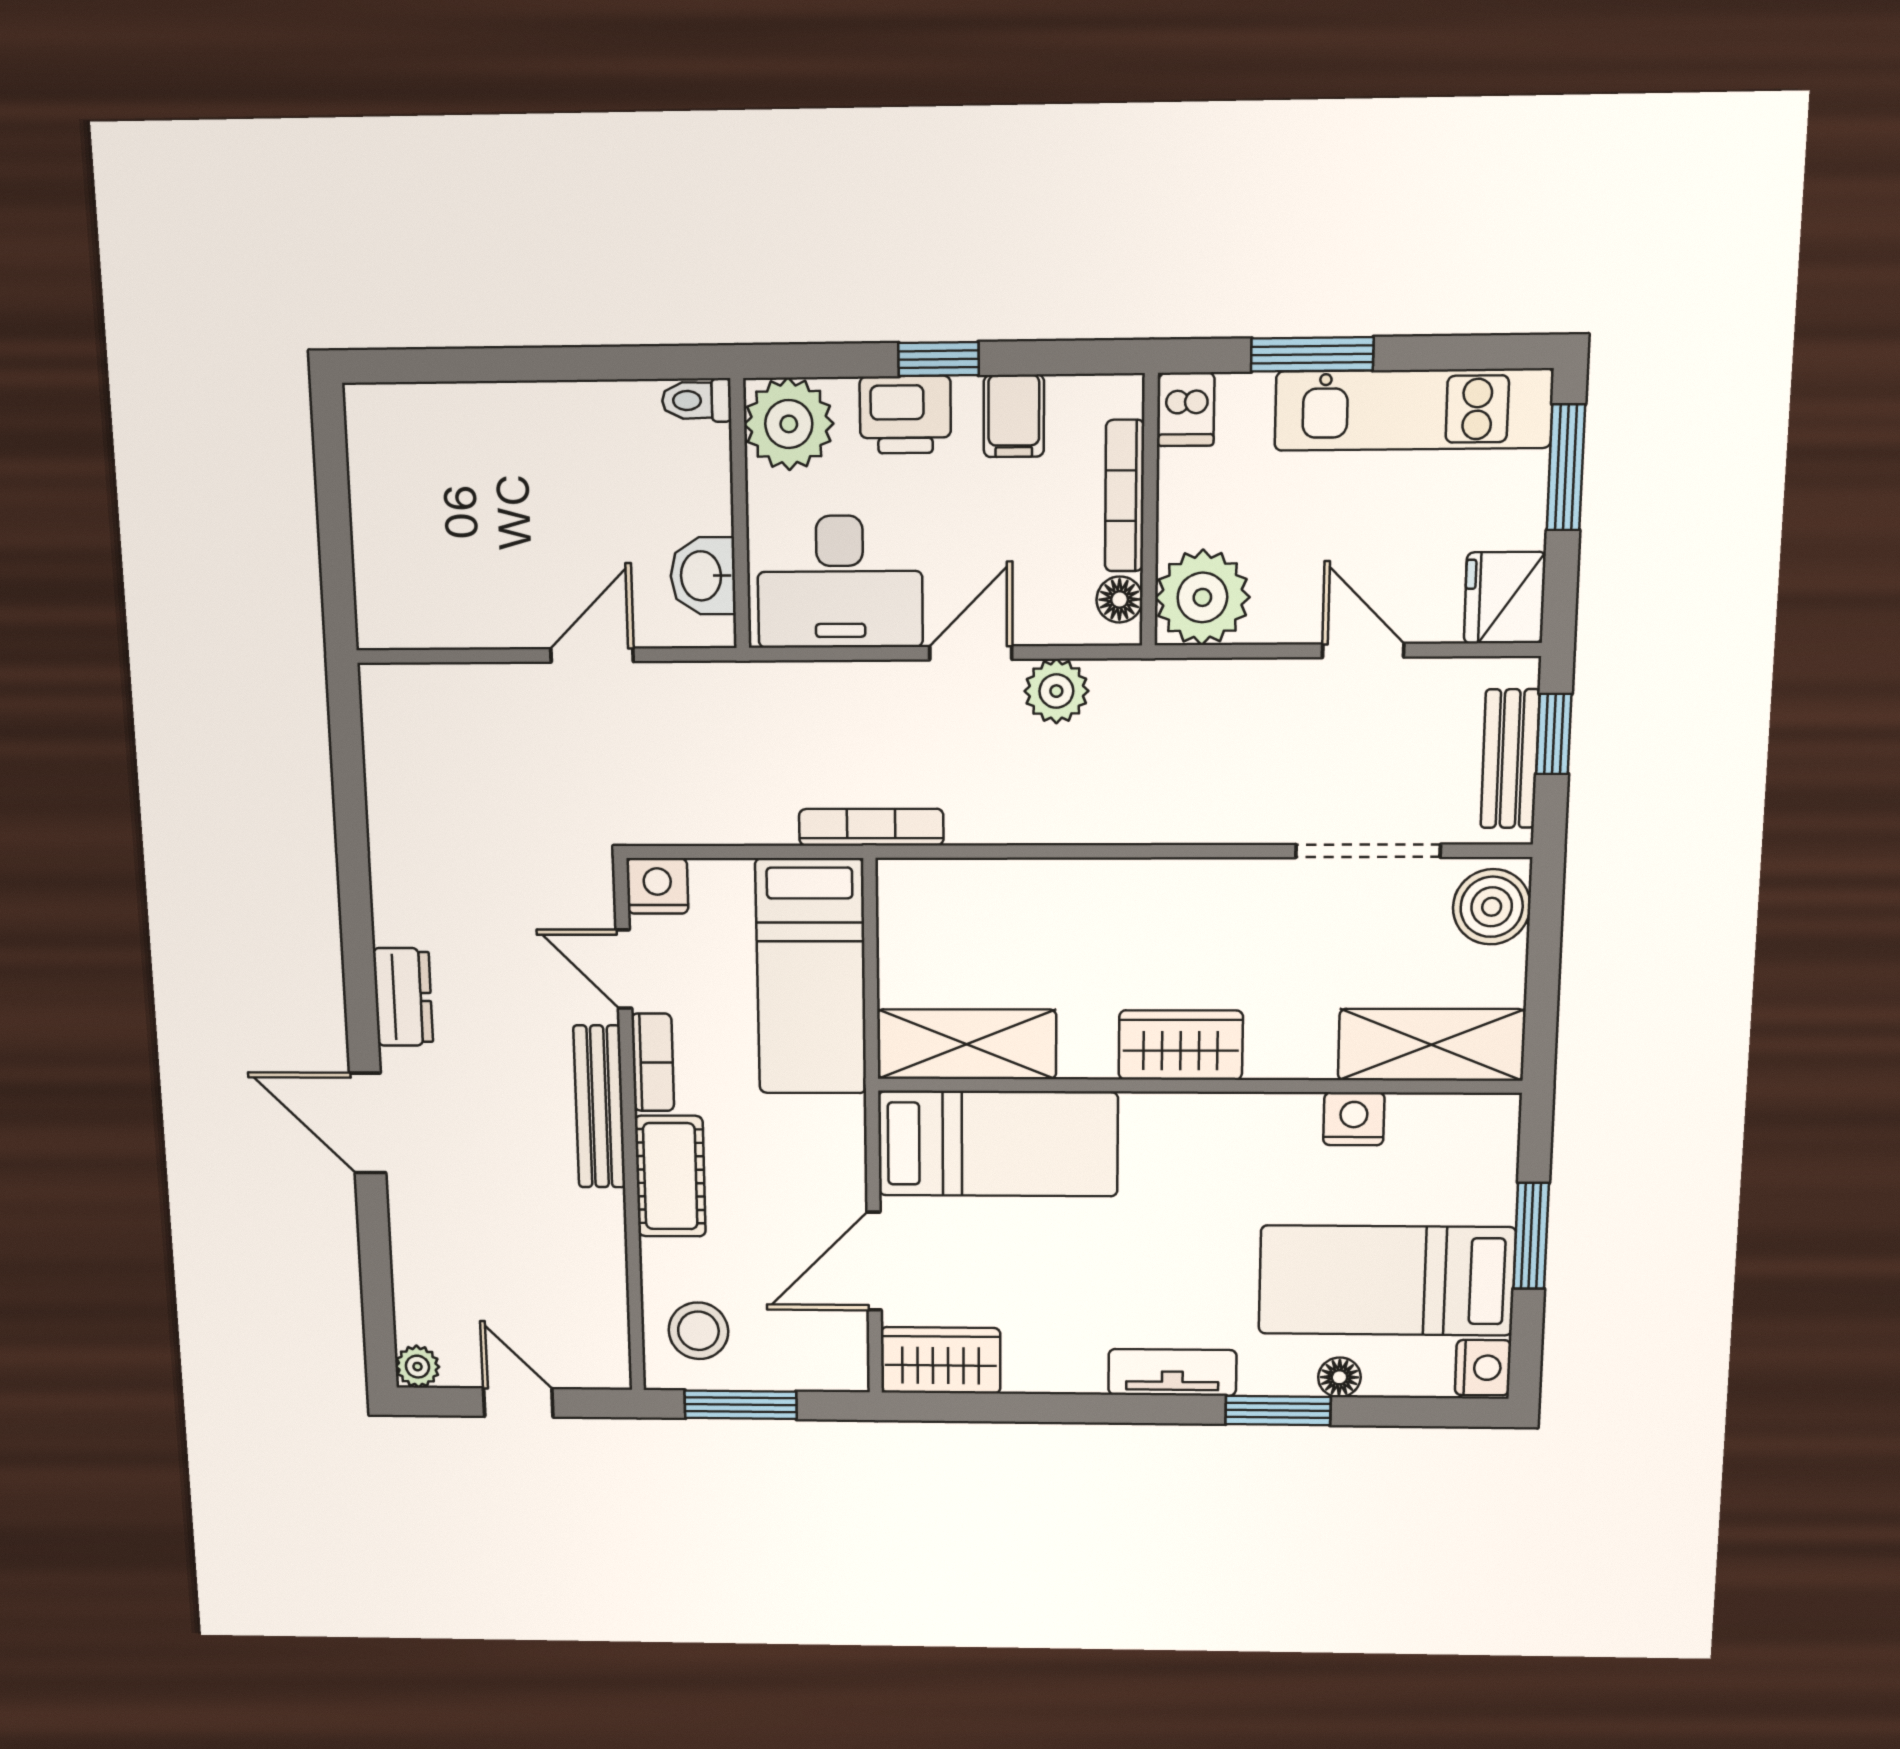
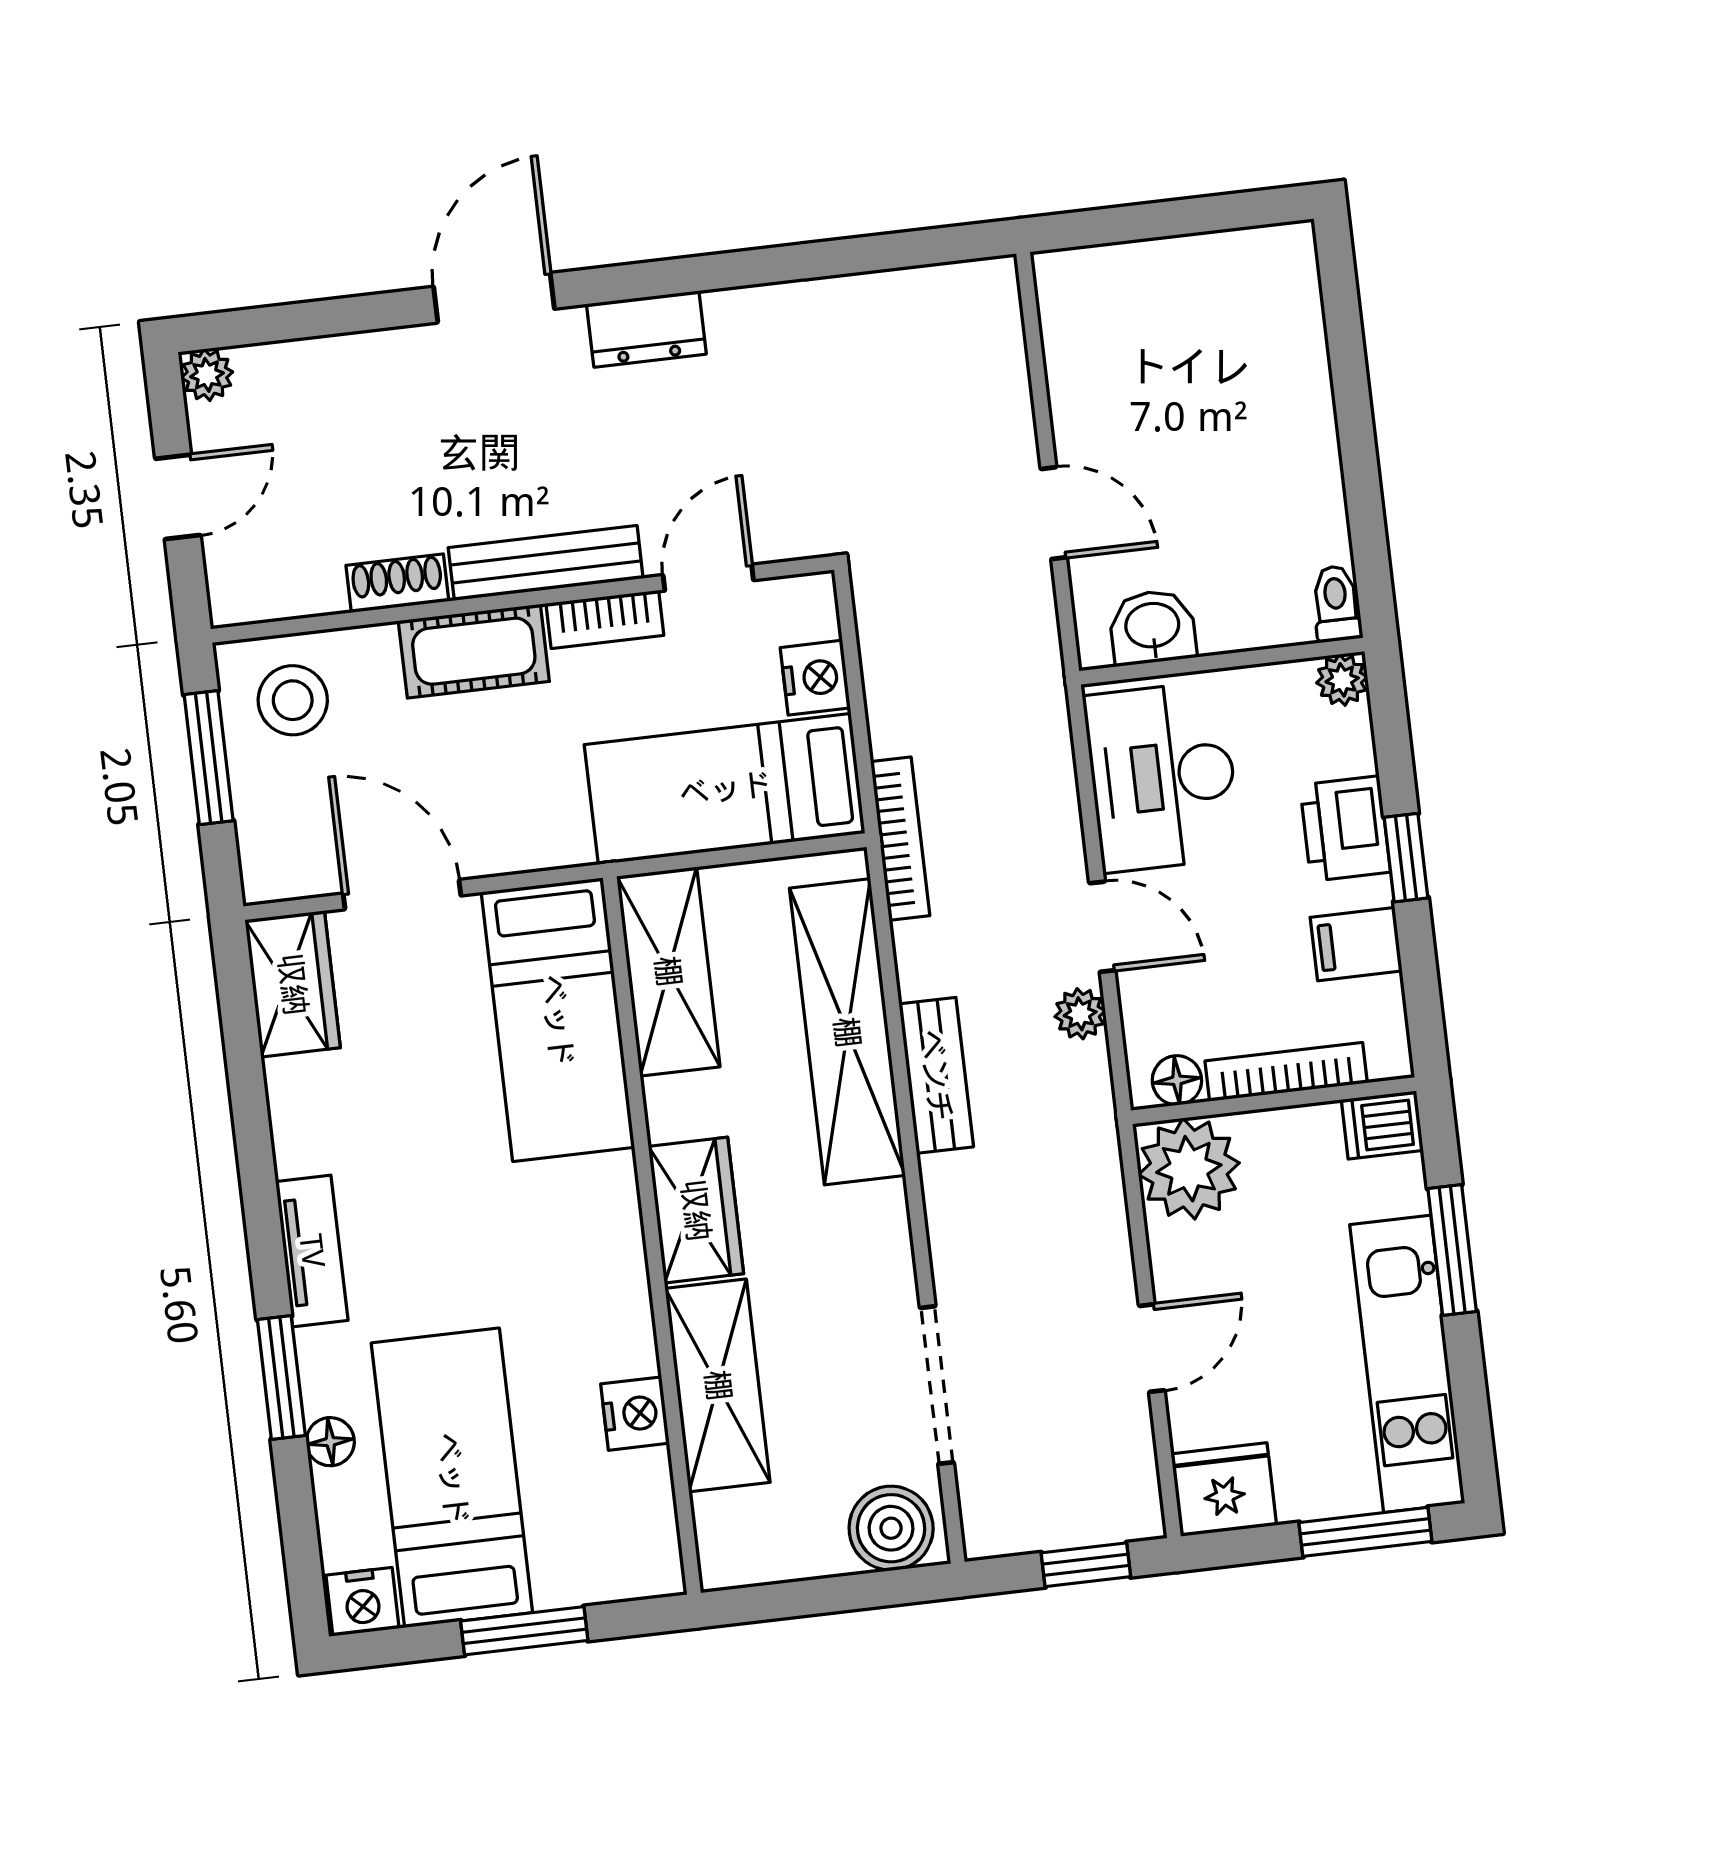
plant: (789, 424) -> (1342, 680), width x0.53, depth x0.53
plant: (1056, 691) -> (1080, 1014), width x0.73, depth x0.73
bench: (1510, 759) -> (936, 1075), moved, turned 90
nightstand: (657, 886) -> (815, 678), moved
shelving: (1039, 894) -> (847, 1032), added
shelving: (1431, 1045) -> (718, 1385), moved
shoe rack: (606, 1233) -> (397, 583), added

